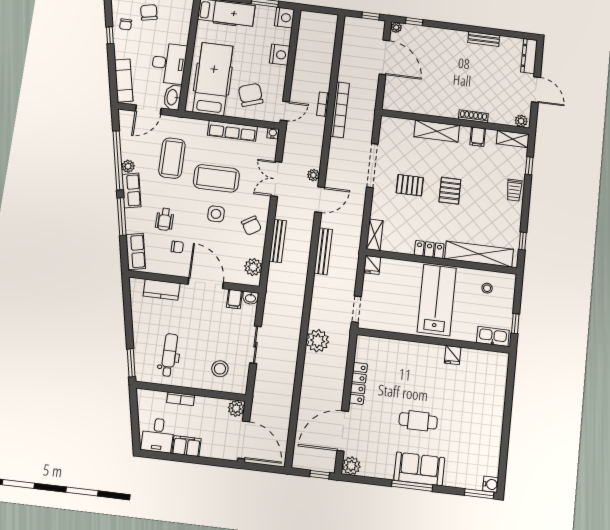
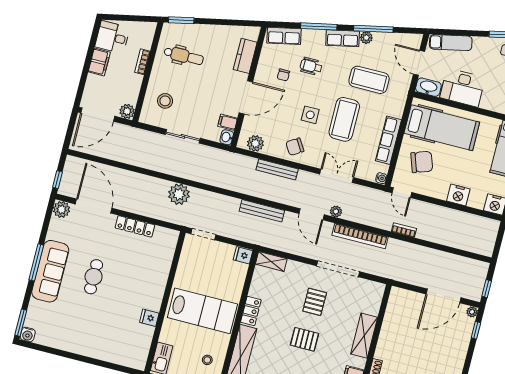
bookcase: (340, 110) -> (360, 236), moved
window: (118, 160) -> (373, 29), width x0.68
sofa: (419, 469) -> (50, 271), width x1.36

